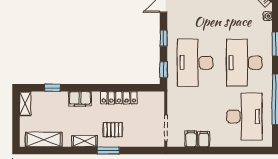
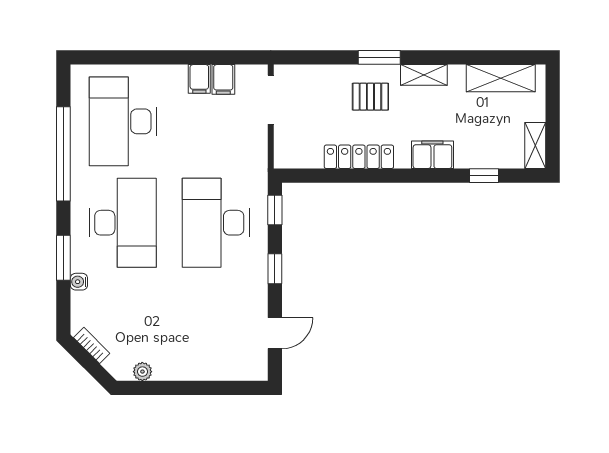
water cooler: (268, 16) -> (79, 282), moved
desk: (195, 63) -> (216, 223), turned 180

